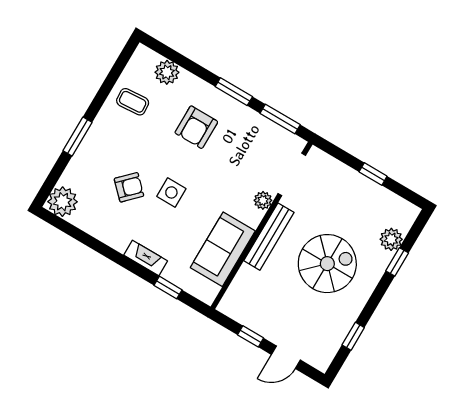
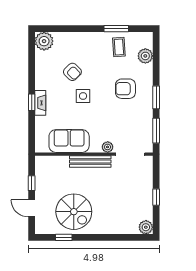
window: (78, 136) -> (116, 29), moved
plant: (391, 239) -> (146, 227), moved
window: (397, 262) -> (117, 237), removed
spiral stairs: (327, 264) -> (74, 212), moved
window: (168, 288) -> (32, 102), moved

